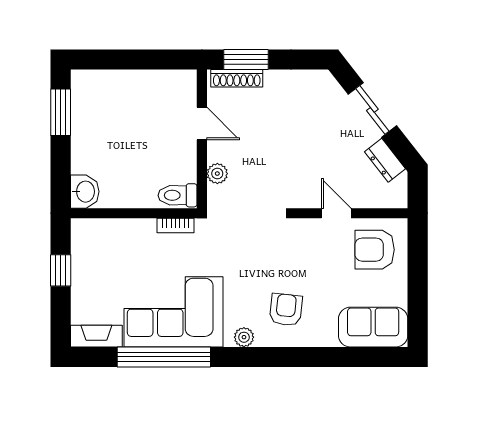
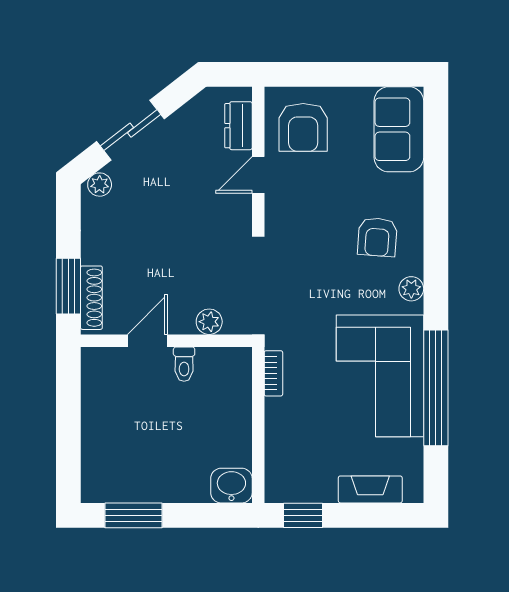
plant: (328, 85) -> (100, 185), added
dresser: (385, 160) -> (238, 126), moved, turned 128
toilet: (178, 195) -> (184, 364), moved, width x0.73, depth x0.72
window: (61, 270) -> (303, 515), moved
armchair: (286, 310) -> (377, 237), turned -92
fireplace: (96, 336) -> (370, 489), moved, turned 90

